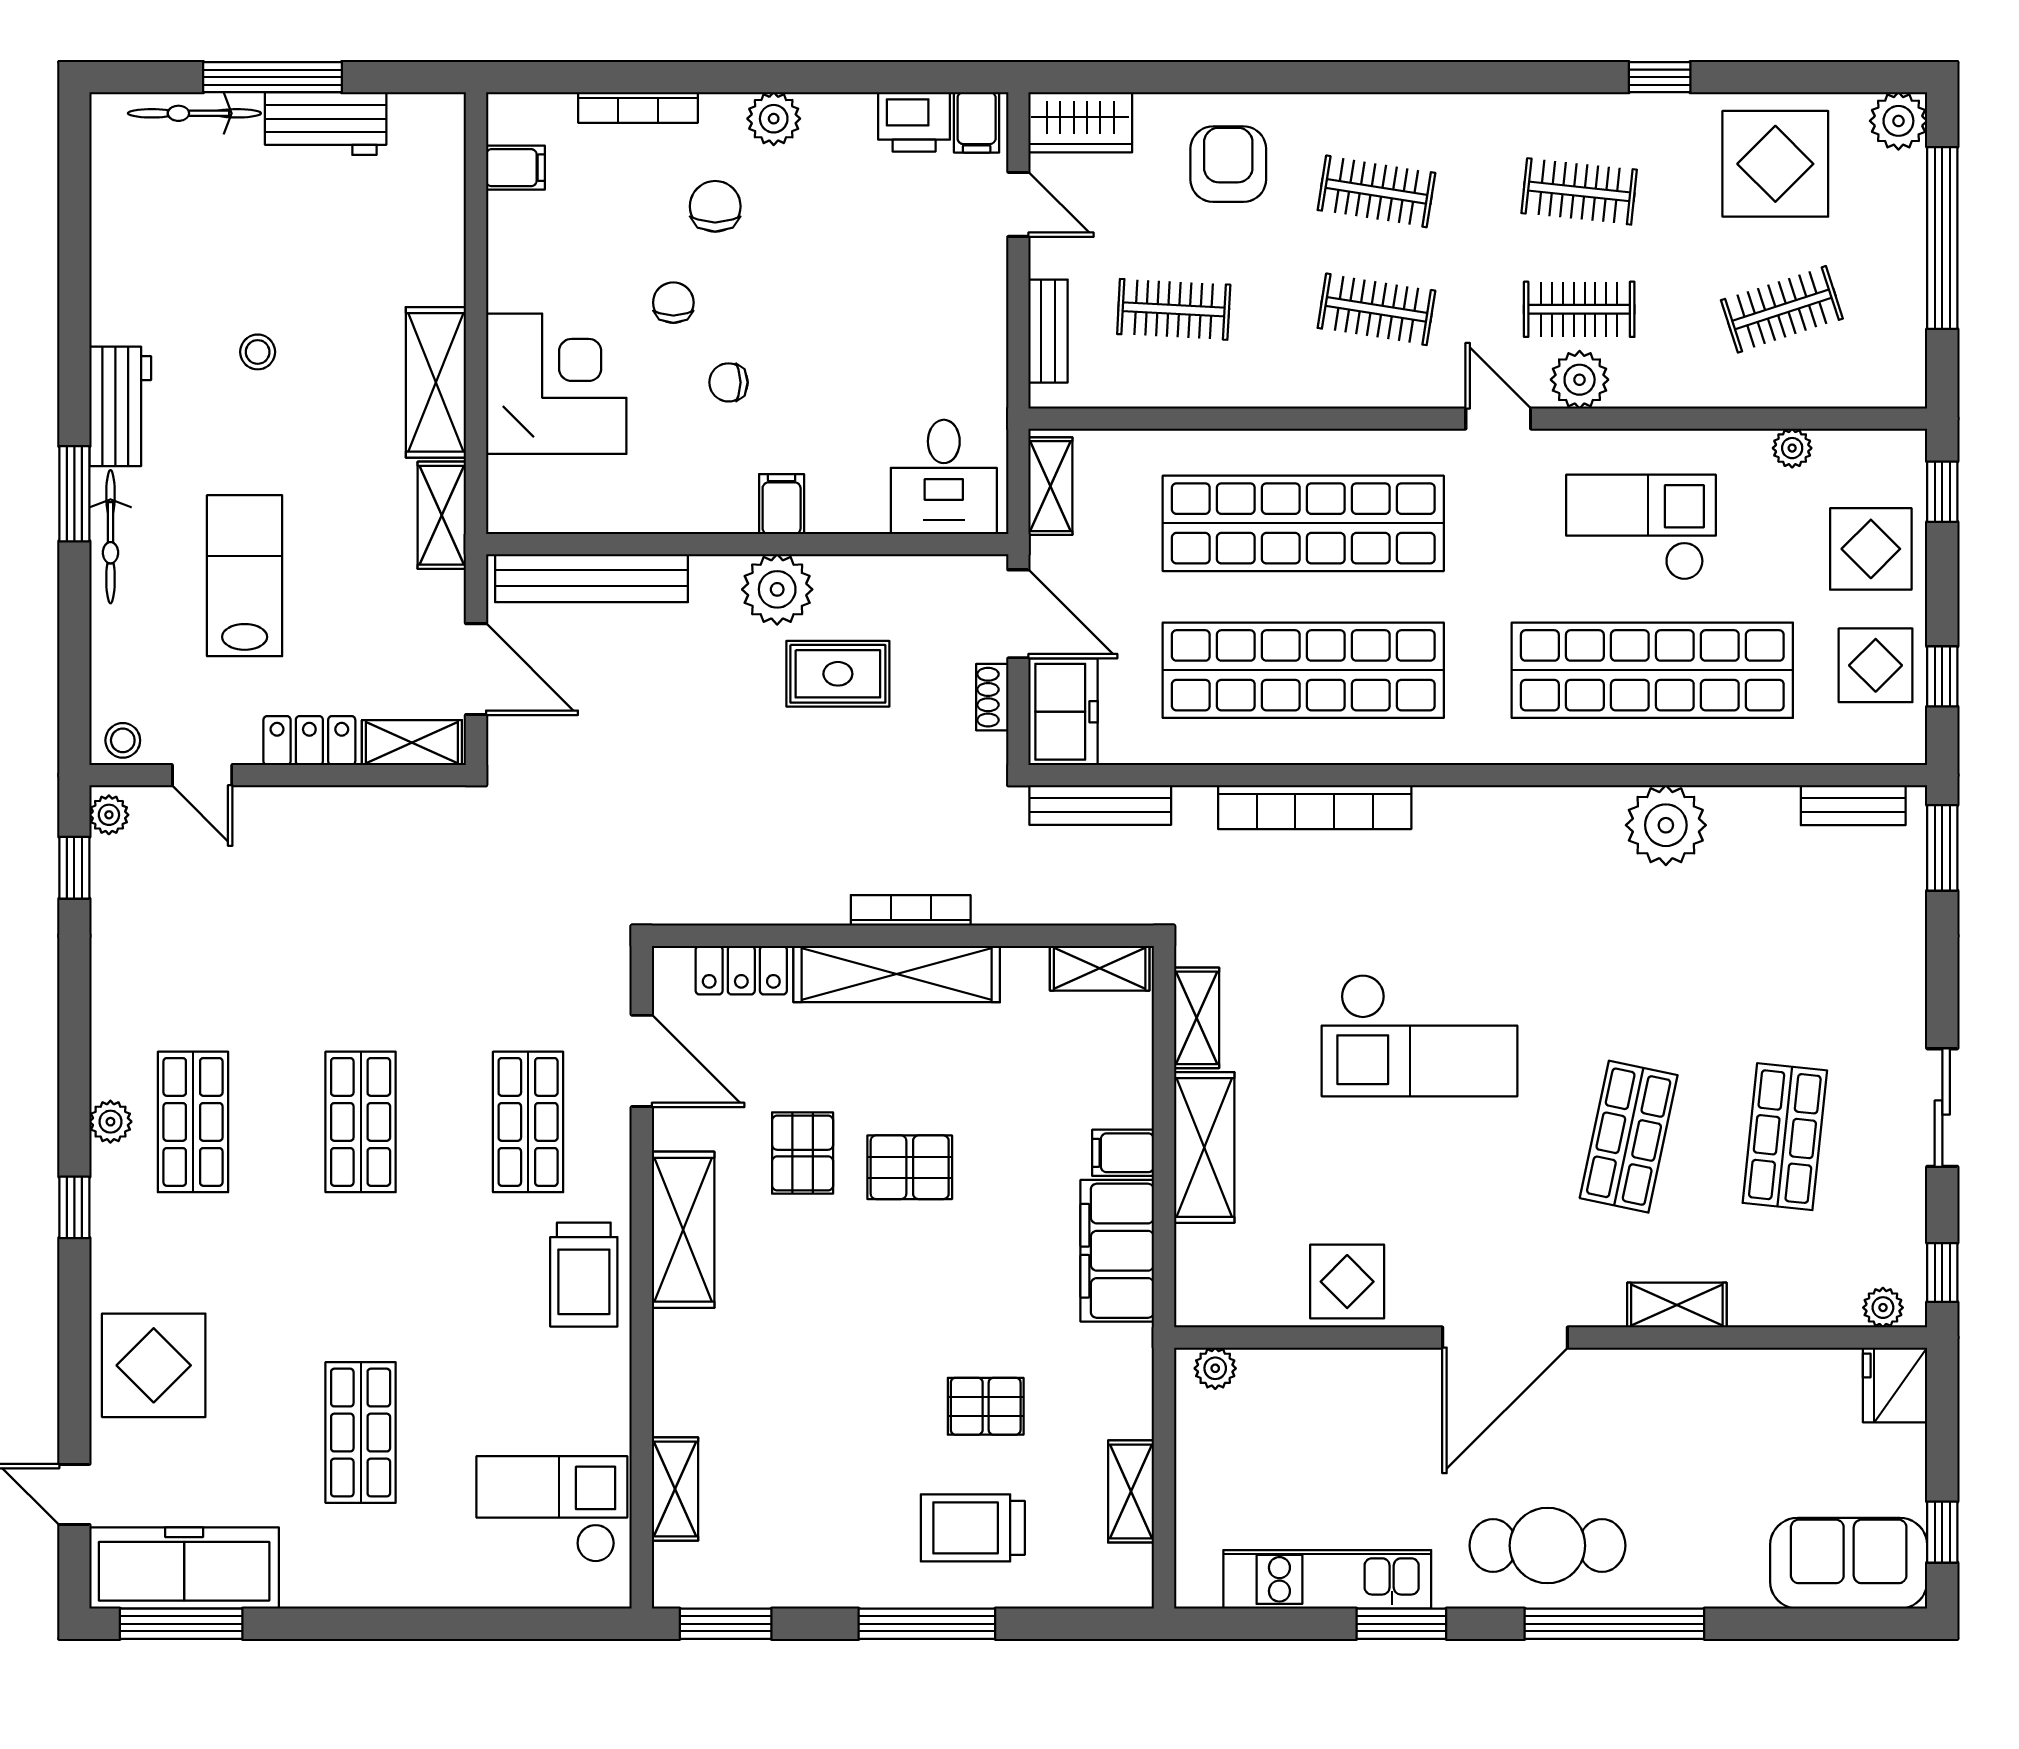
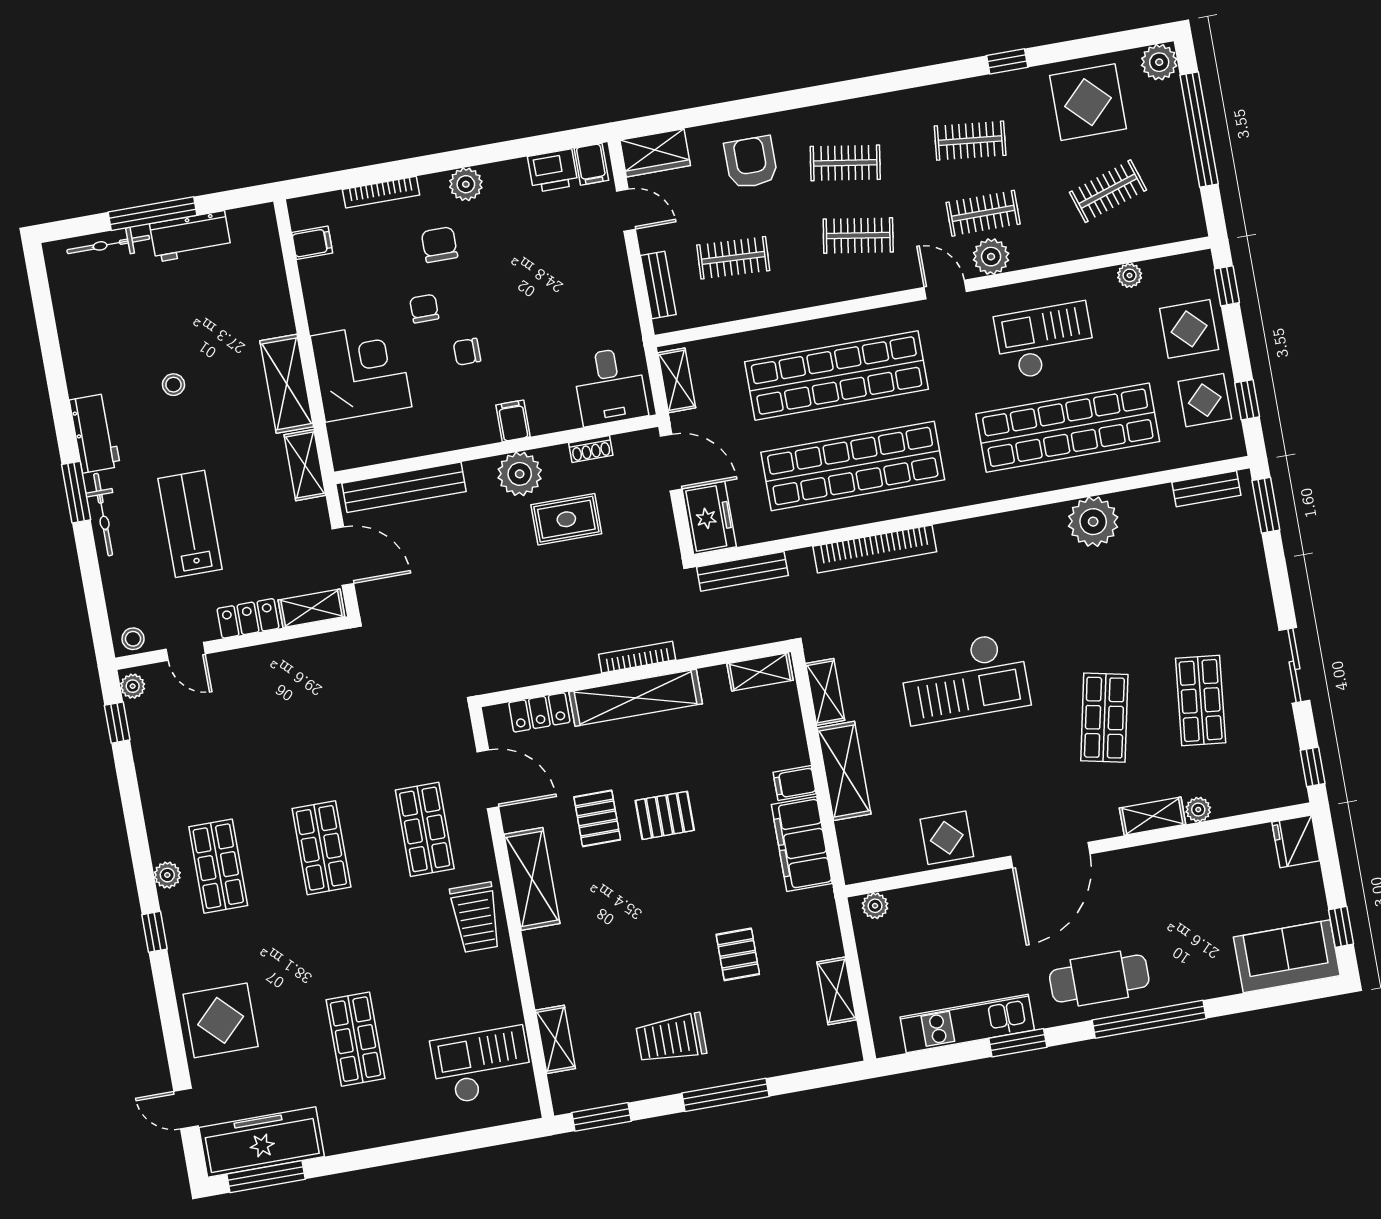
shoe rack: (992, 697) -> (591, 449), moved, turned -90
plant: (1883, 1308) -> (1198, 810), moved
pallet: (986, 1406) -> (738, 954), turned 90
trolley: (973, 1528) -> (671, 1038), moved

